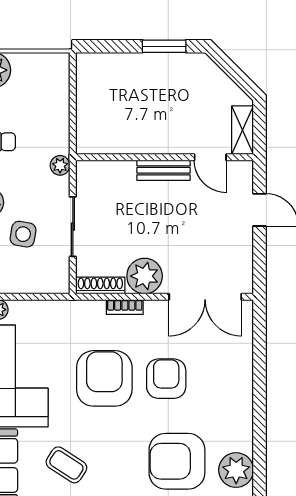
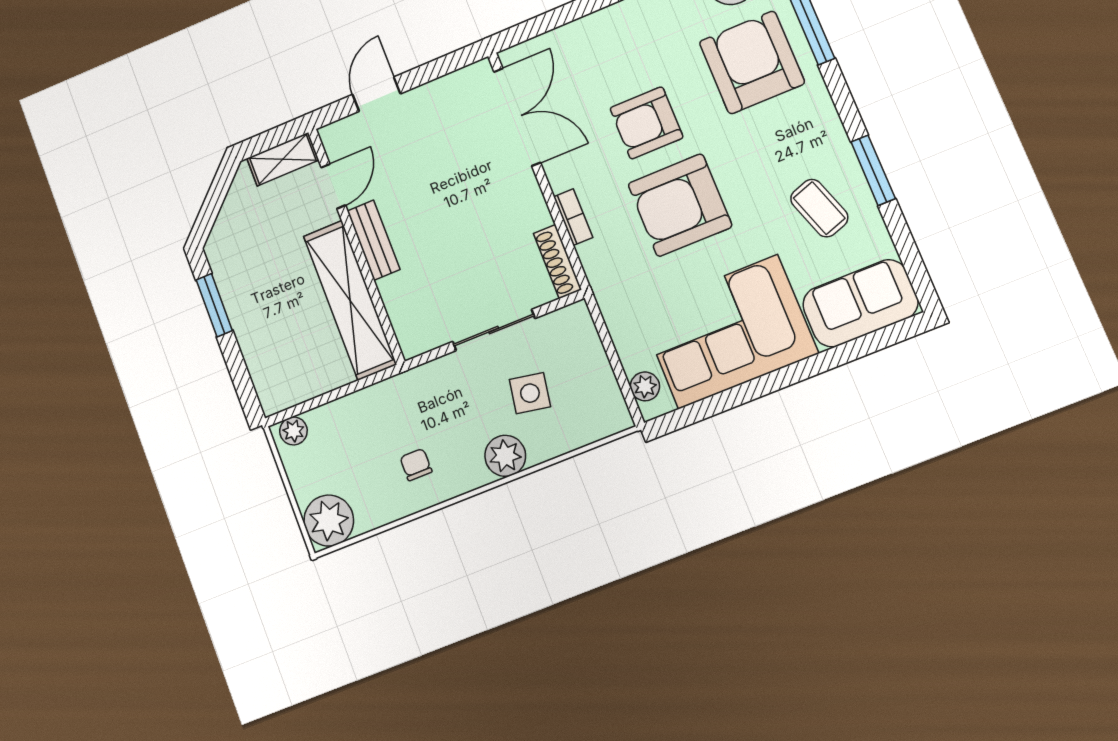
shelving: (130, 139) -> (350, 300), added
plant: (60, 165) -> (293, 431), moved
plant: (145, 276) -> (522, 208), removed
armchair: (177, 461) -> (752, 62), turned 180
coffee table: (66, 465) -> (819, 208), turned -52

